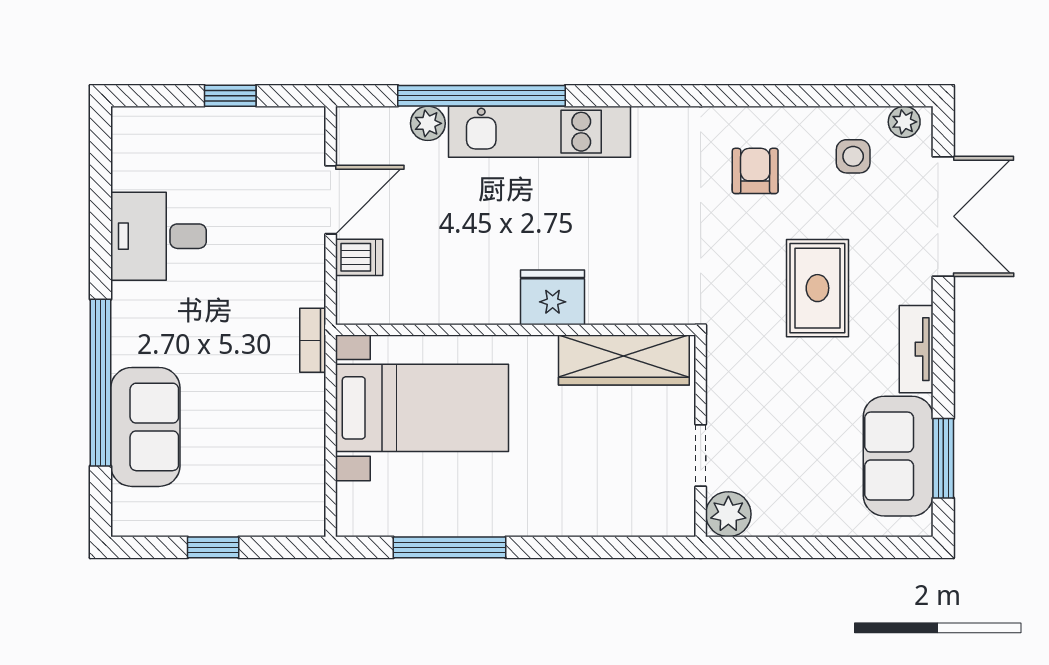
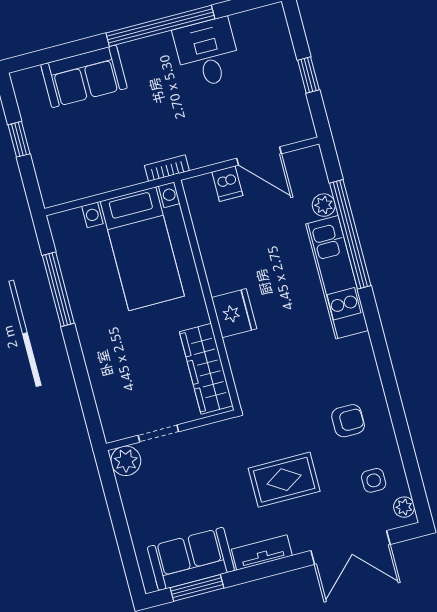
window: (101, 383) -> (160, 26), moved

